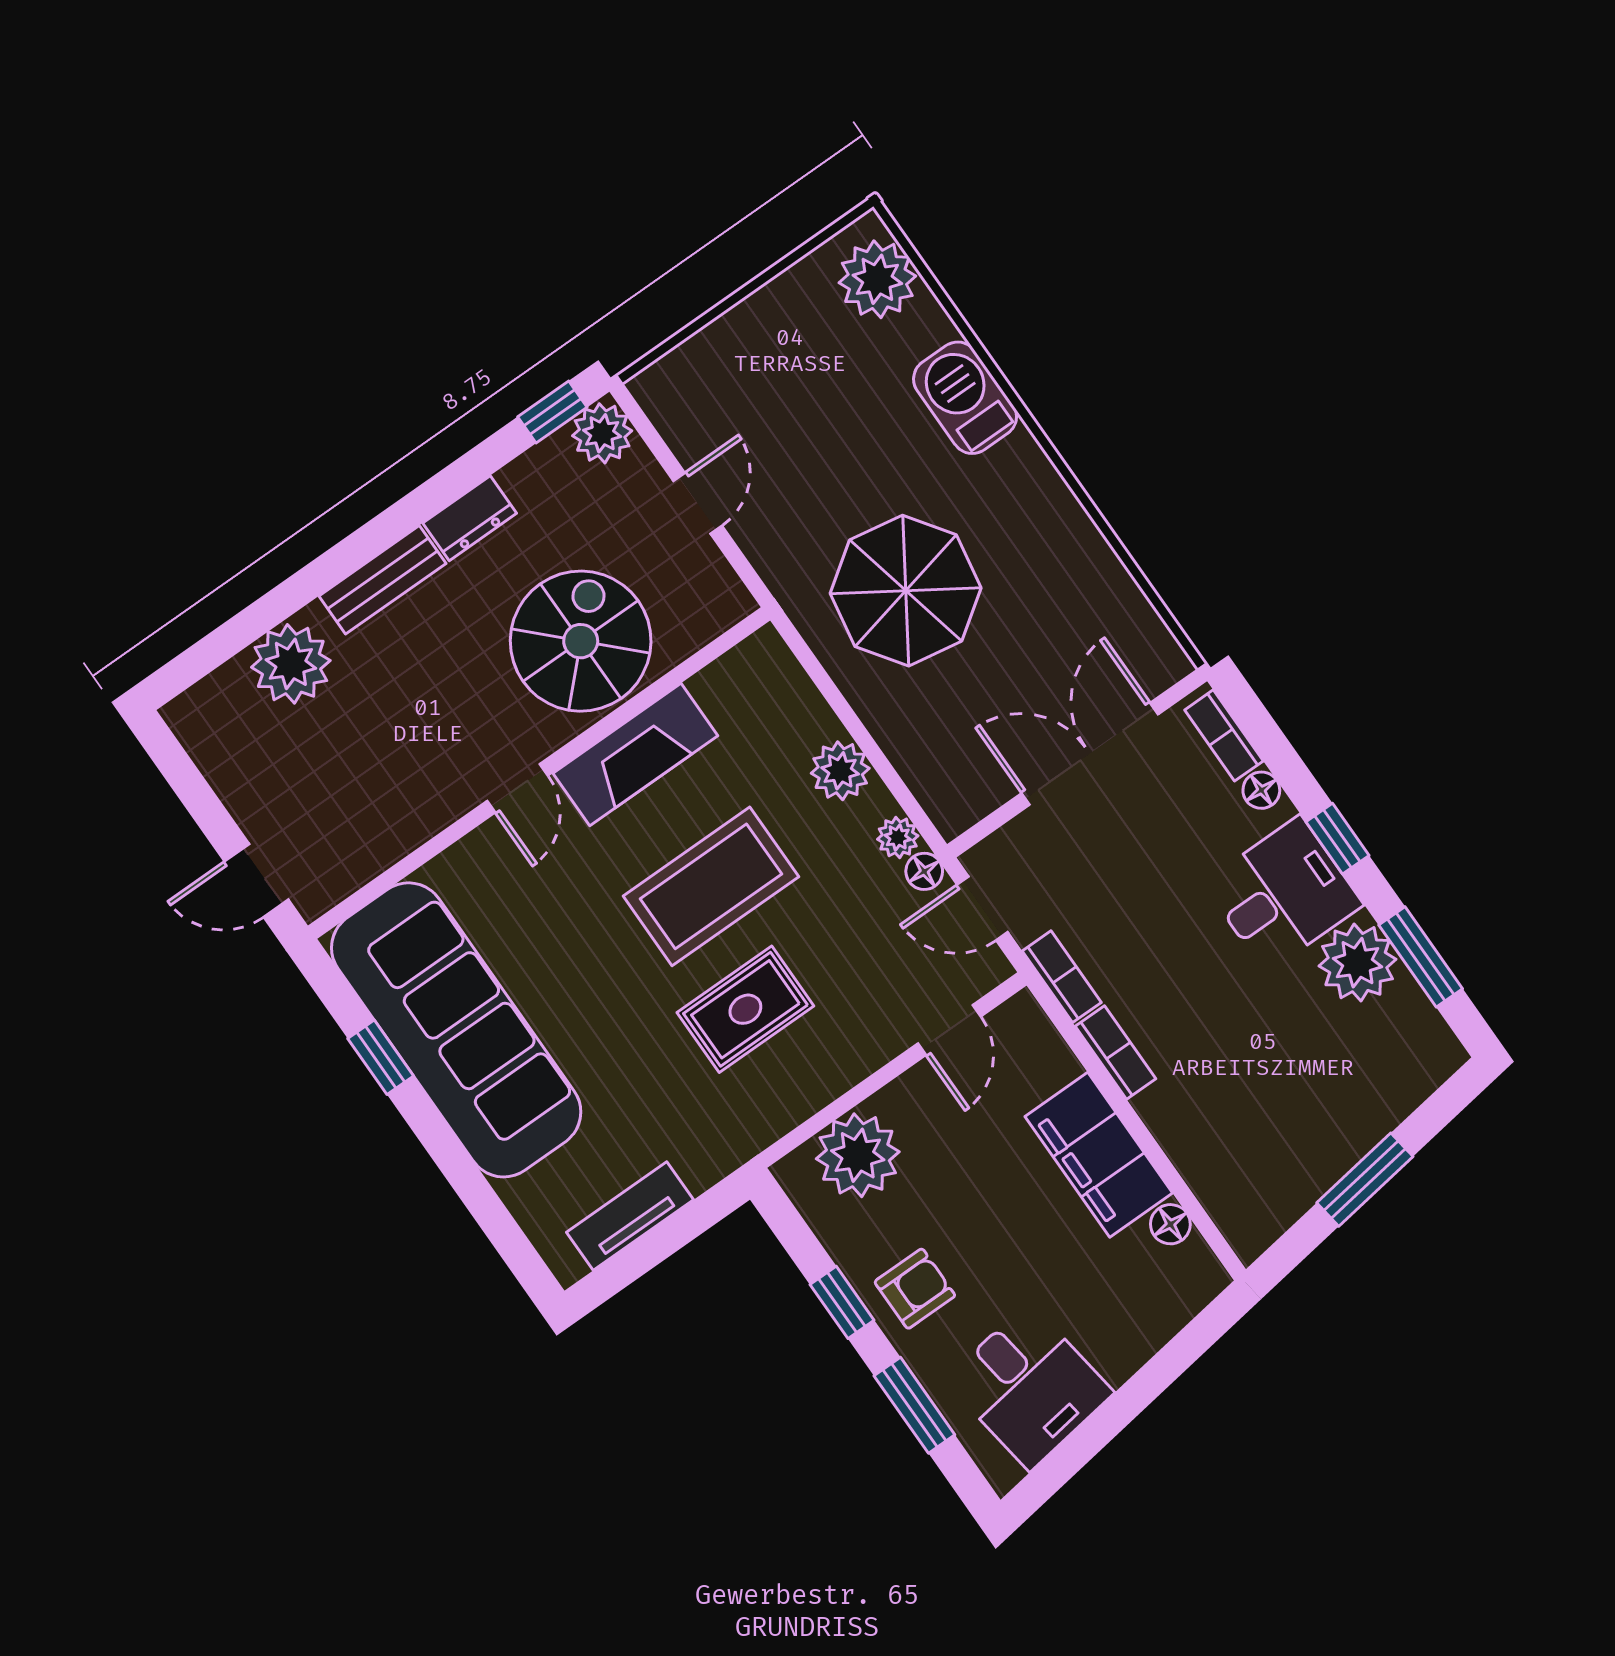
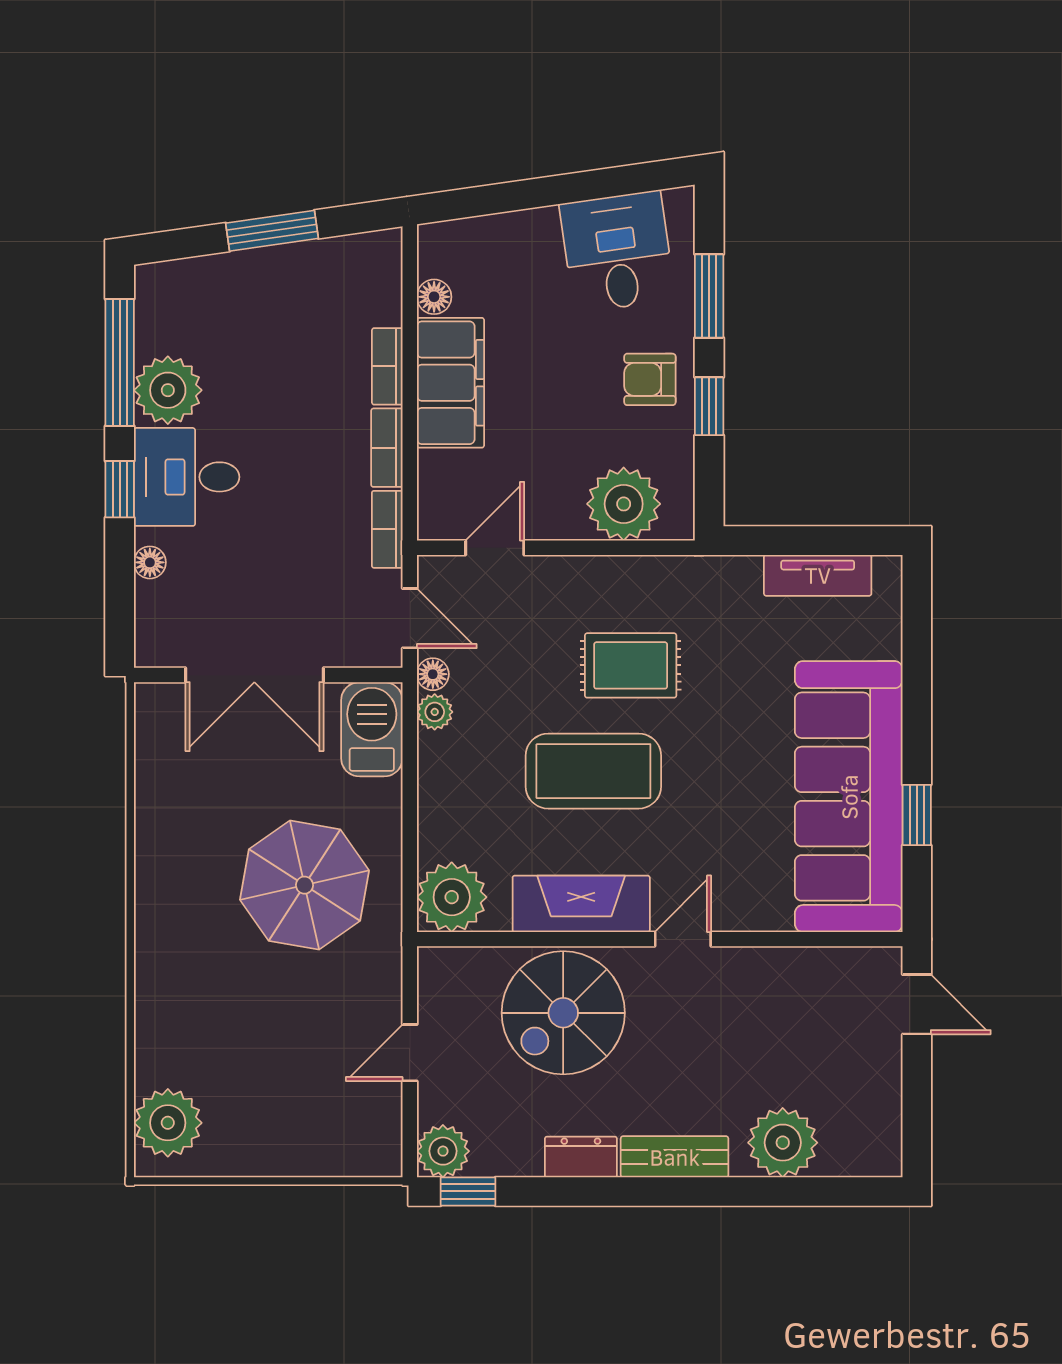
barbecue: (965, 398) -> (372, 729), moved, turned 180
bookcase: (1224, 735) -> (387, 366), moved, turned 180
plant: (840, 771) -> (452, 897), moved, width x1.36, depth x1.36
window: (1421, 957) -> (120, 362), width x1.44

